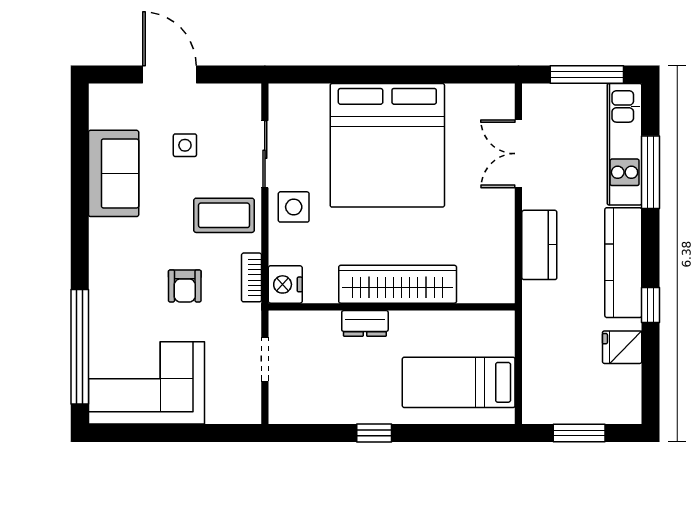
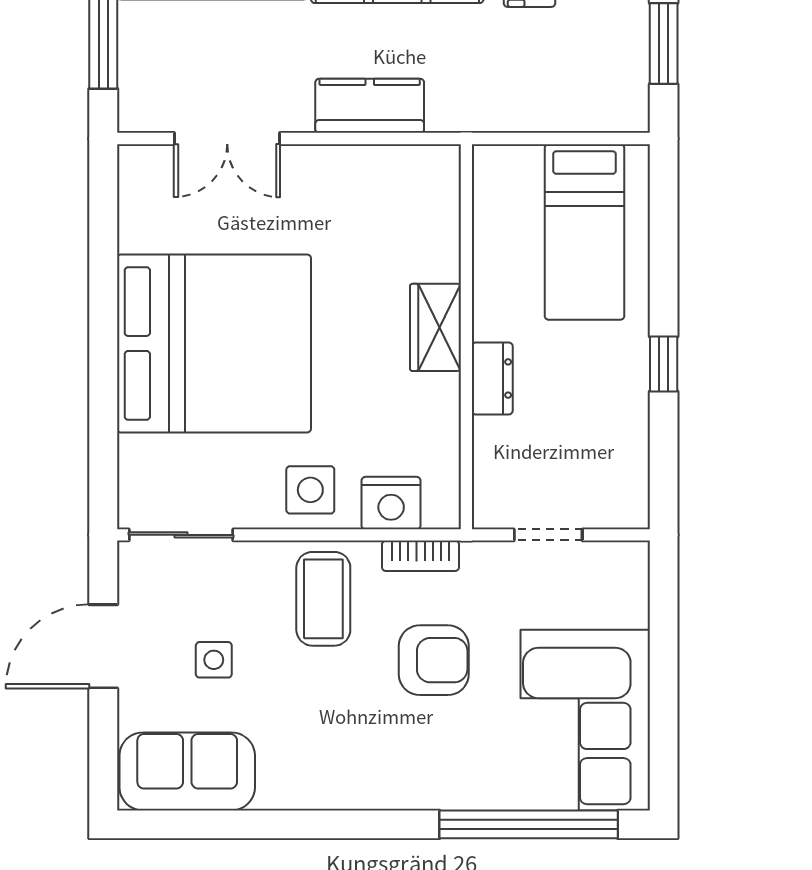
door: (170, 74) -> (103, 646), moved
sliding door: (265, 154) -> (181, 535), moved
sofa: (114, 173) -> (187, 771), moved
nightstand: (285, 284) -> (391, 503), moved
wardrobe: (398, 284) -> (435, 327), width x0.48, depth x0.85
armchair: (185, 286) -> (434, 660), width x1.38, depth x1.38

